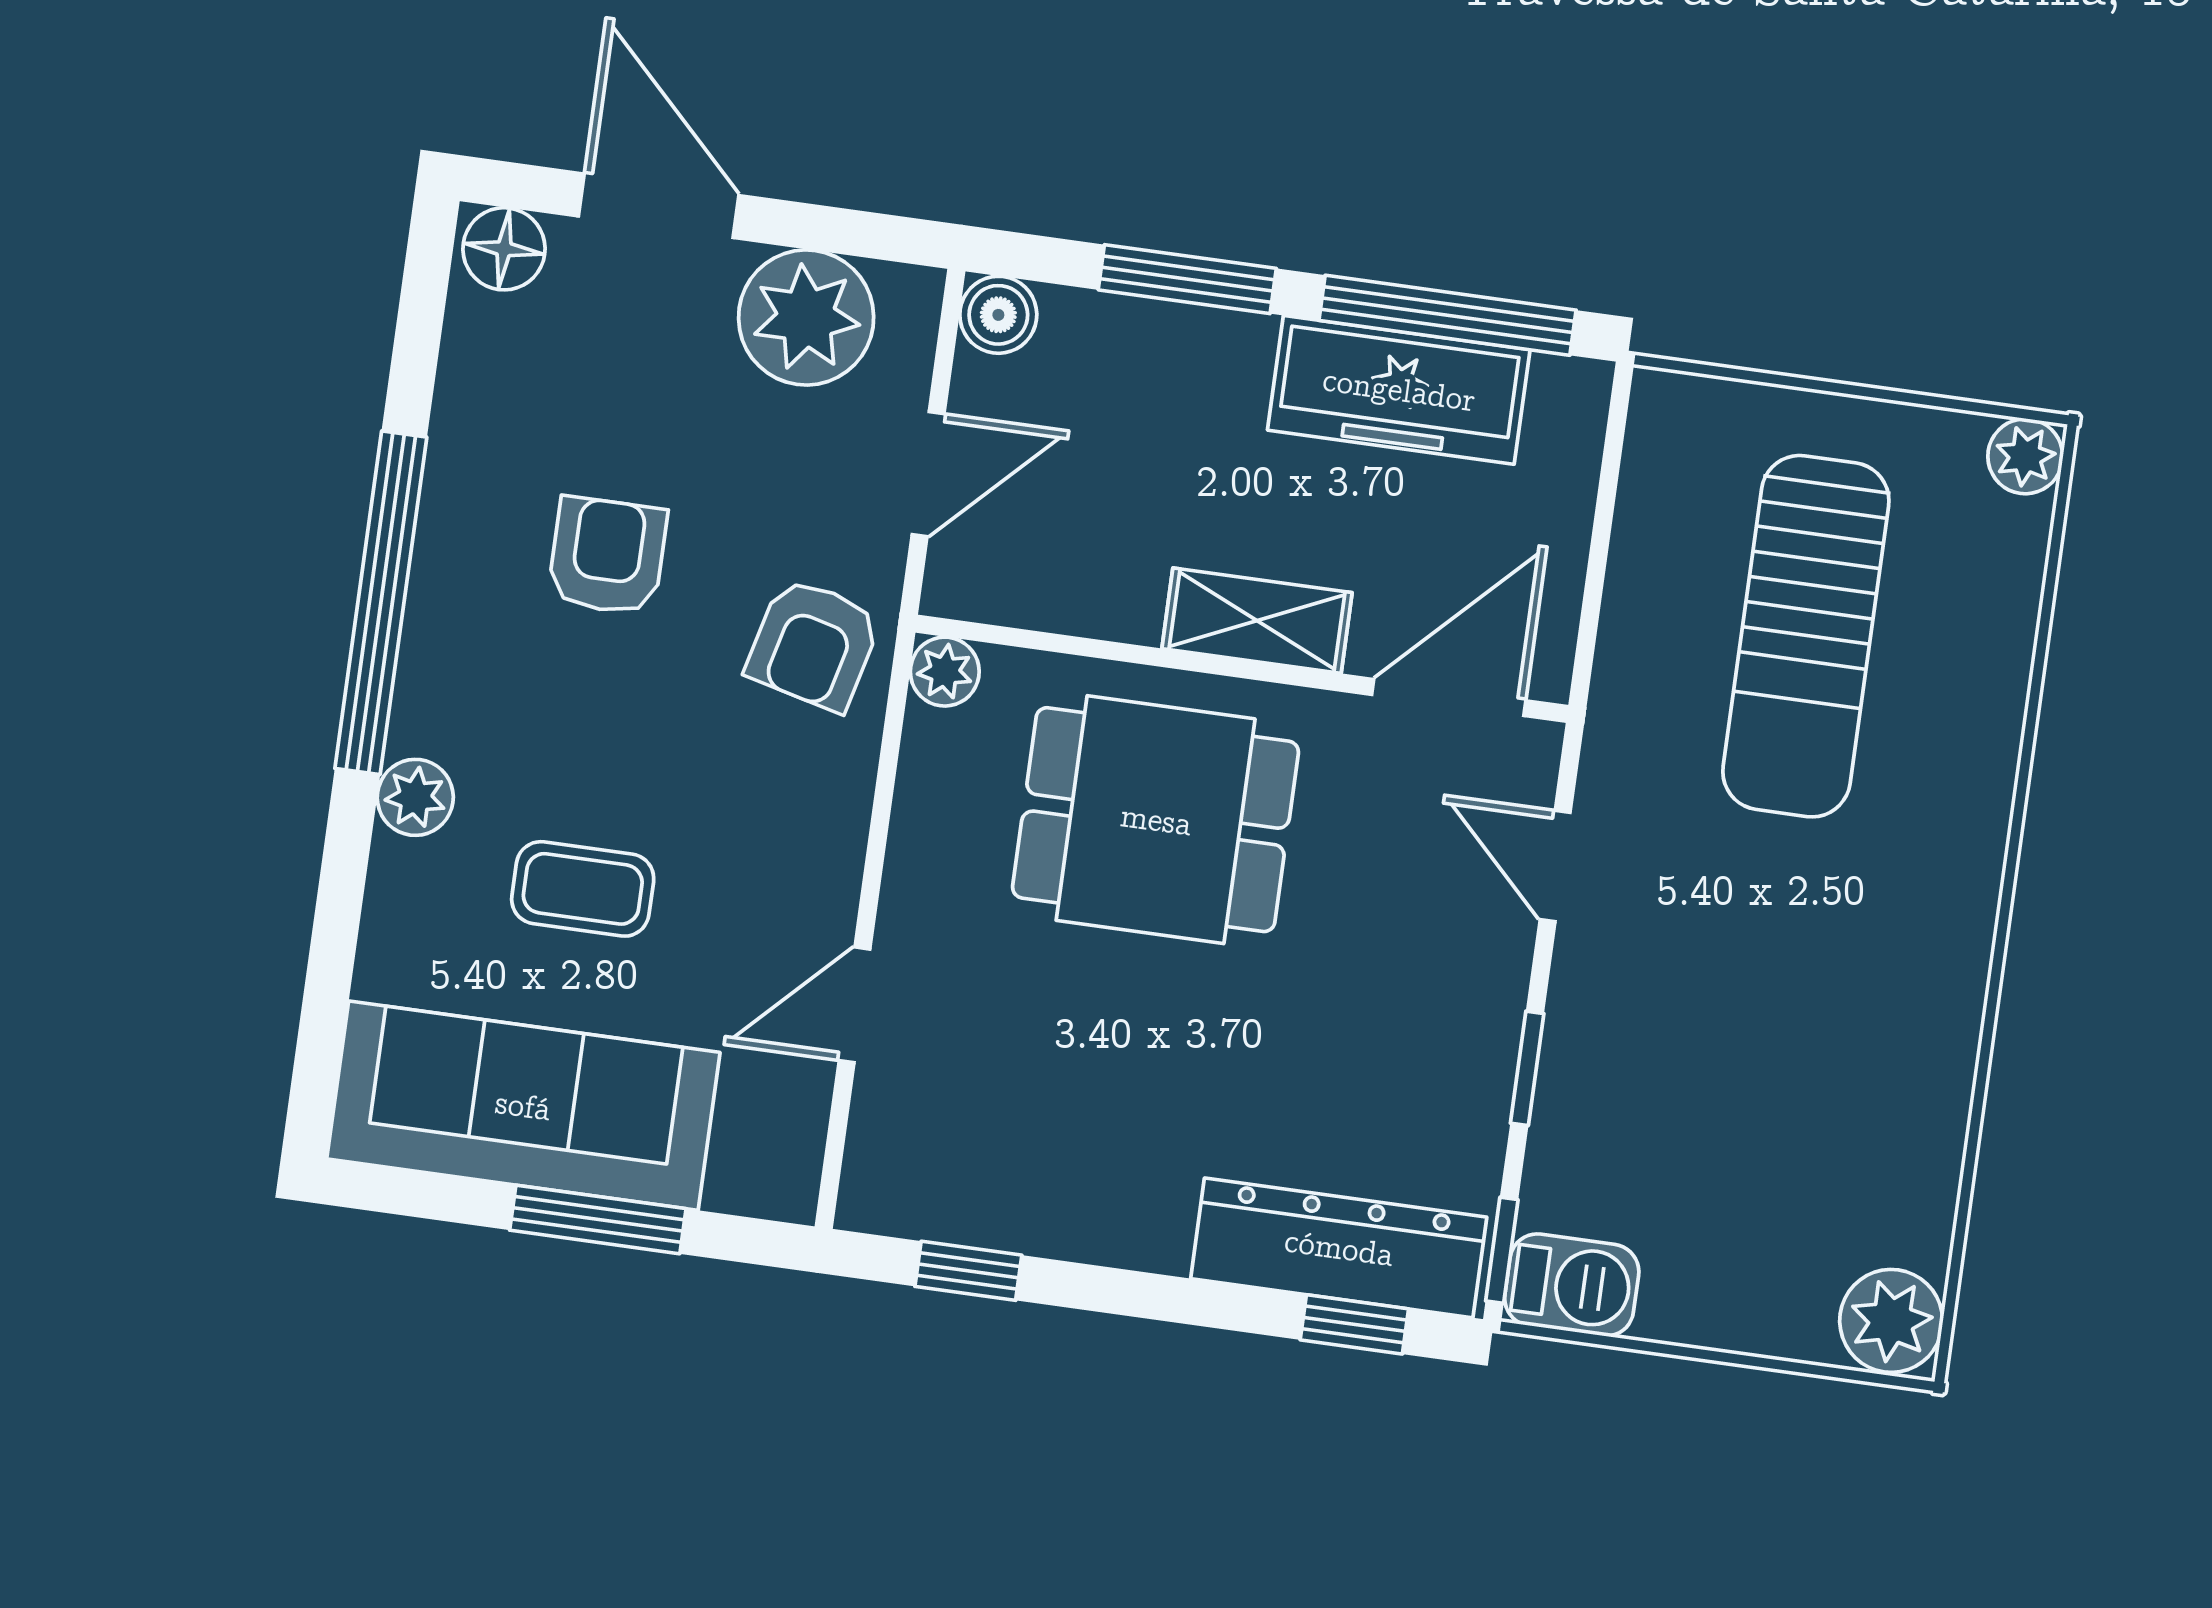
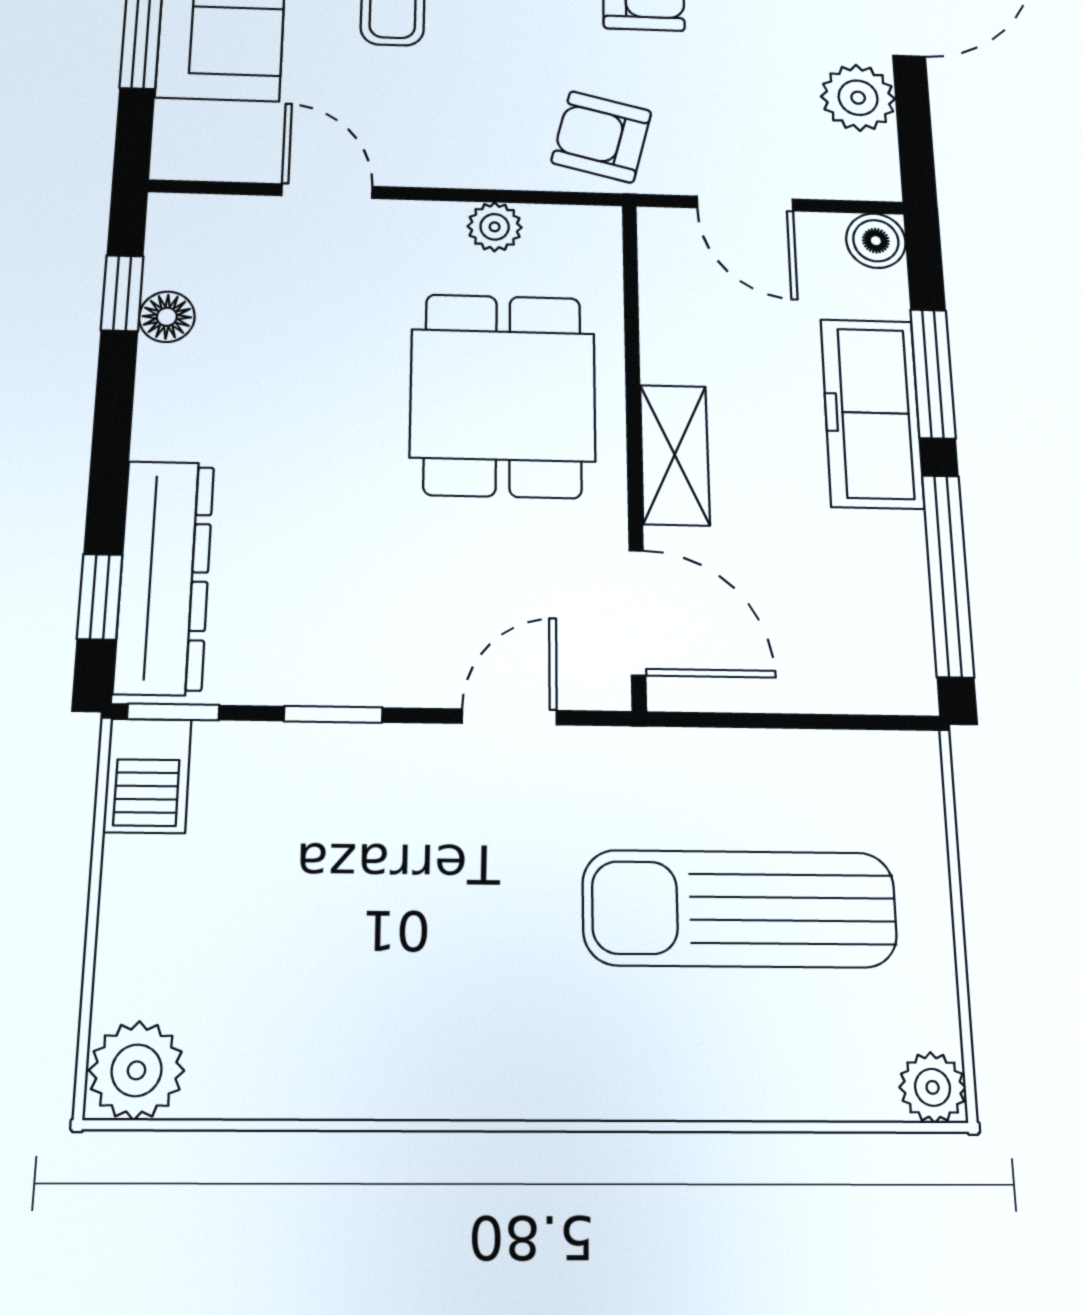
plant: (806, 318) -> (858, 98), width x0.73, depth x0.73
freezer: (1399, 390) -> (872, 413), moved
plant: (945, 672) -> (495, 227), moved
floor lamp: (1006, 1219) -> (167, 317), added

